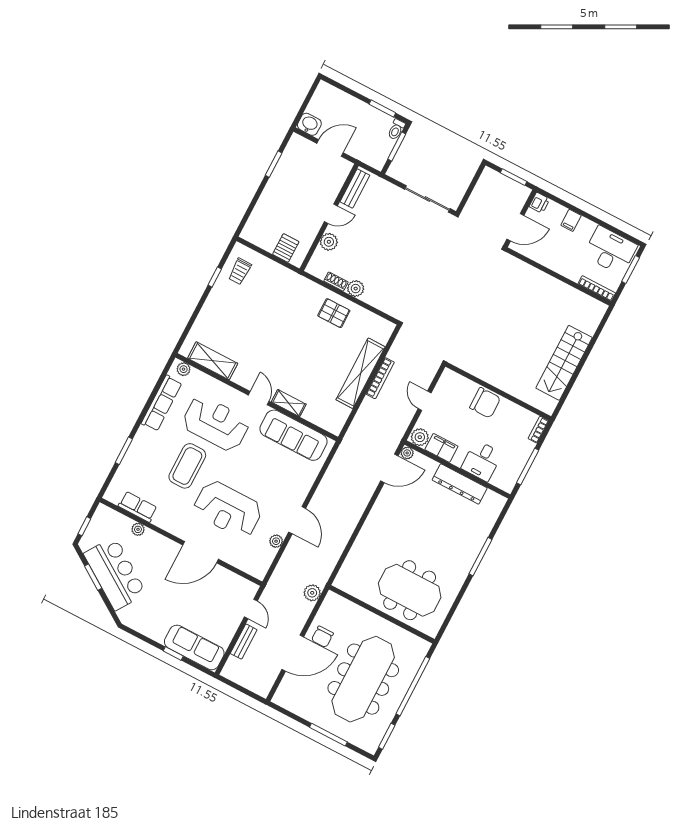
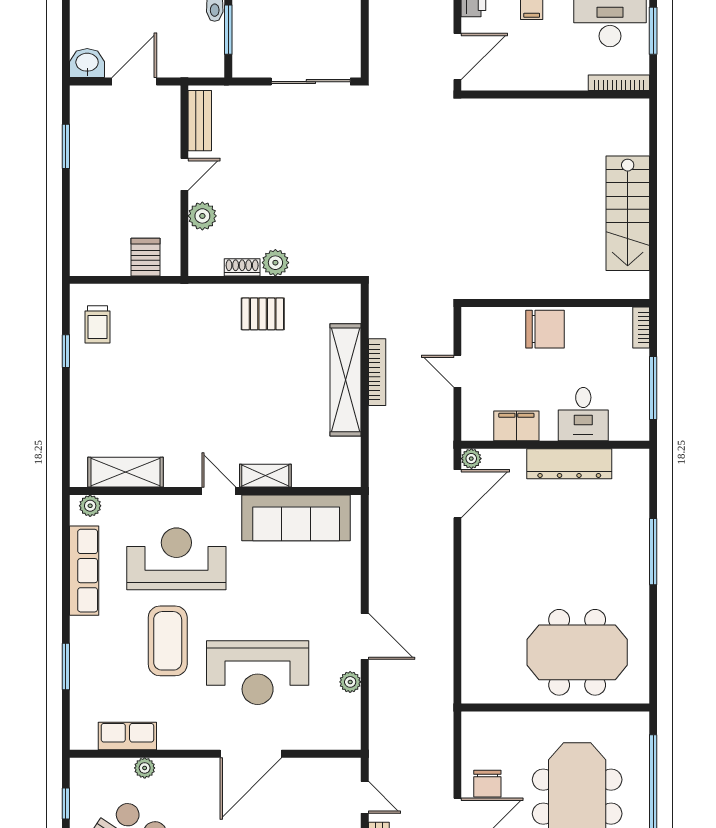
plant: (420, 437) -> (478, 427), removed
plant: (312, 593) -> (440, 729), removed

